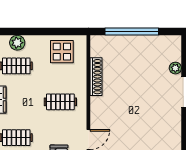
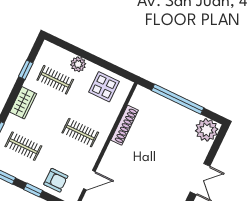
plant: (17, 43) -> (78, 64), moved
plant: (175, 68) -> (207, 130), moved, width x1.88, depth x1.88

